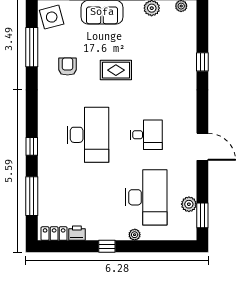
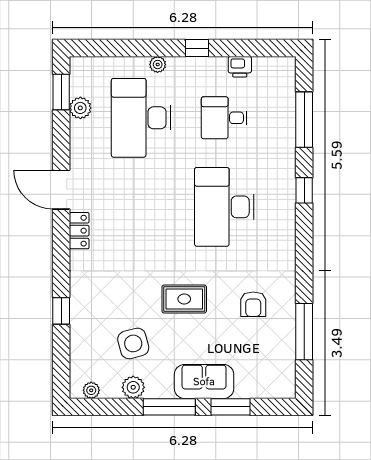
side table: (52, 17) -> (133, 343), moved
desk: (146, 135) -> (224, 118), moved
locker: (54, 234) -> (79, 231), moved, turned -90

